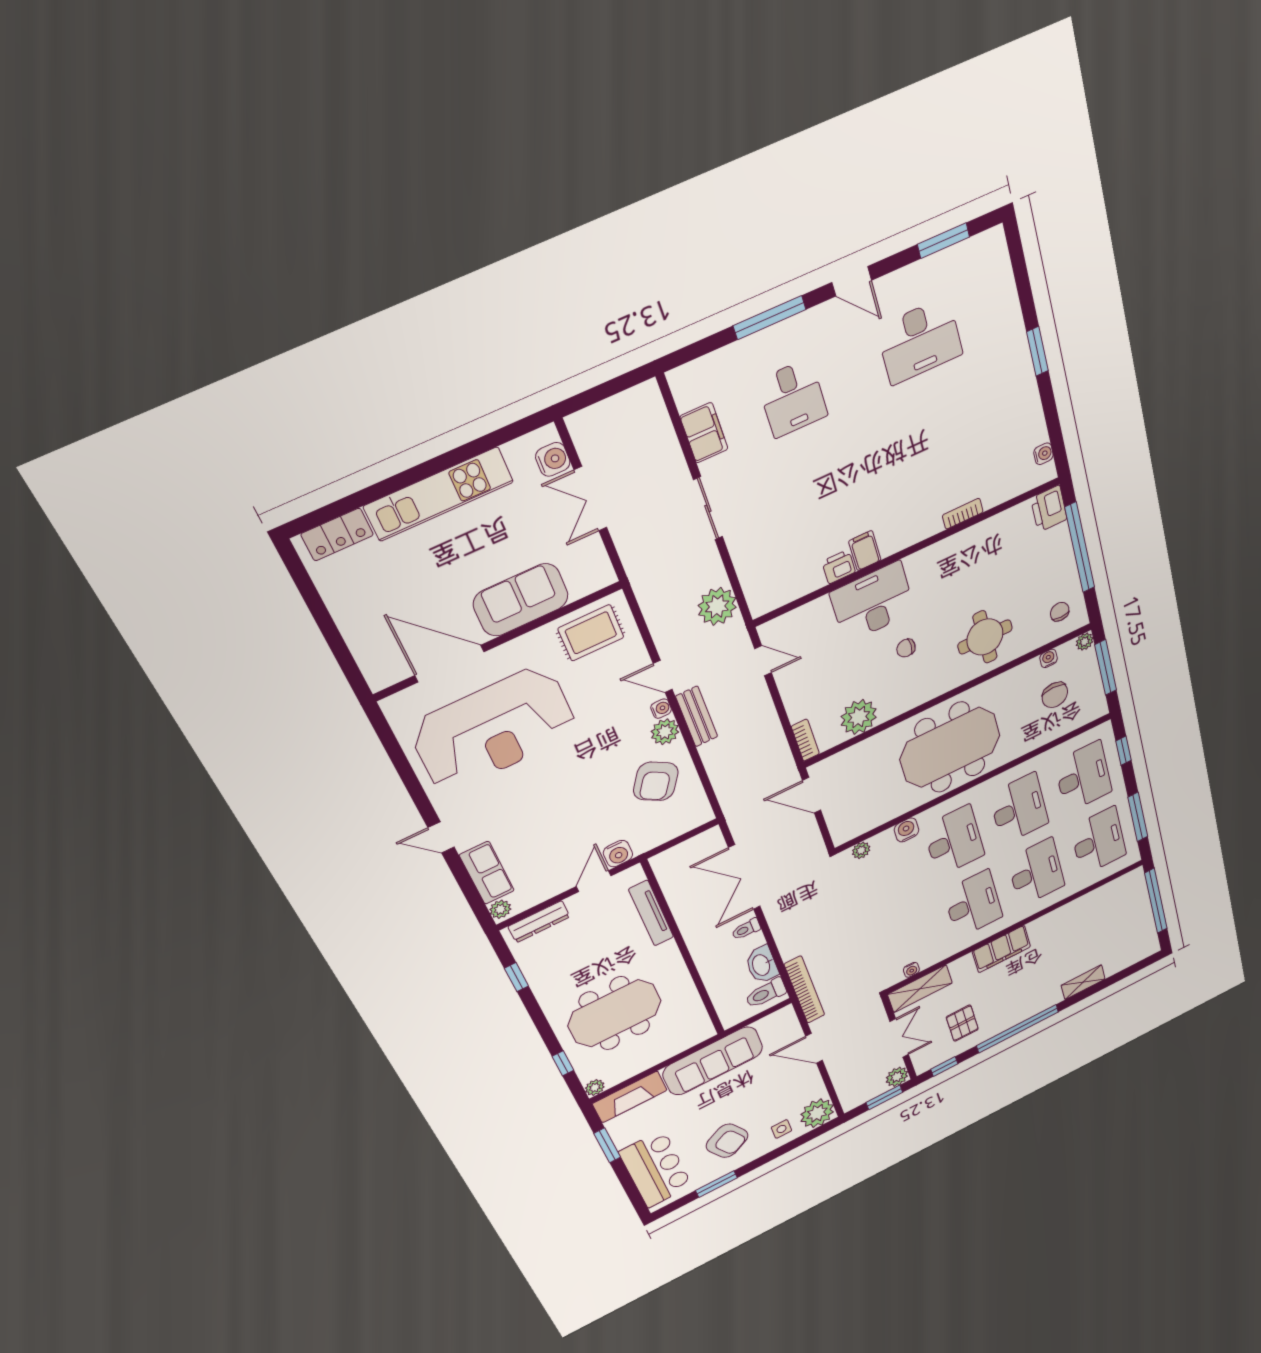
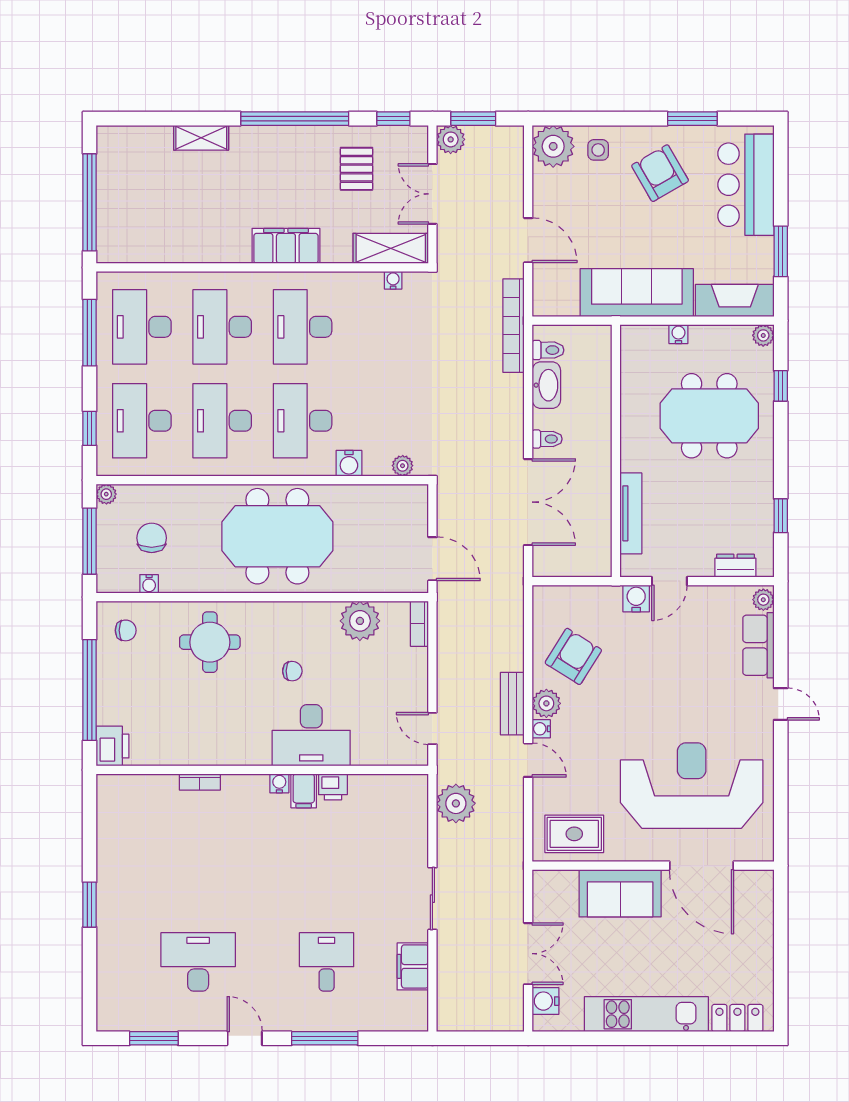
water cooler: (1043, 454) -> (279, 783), moved, turned 90
chair: (1060, 612) -> (126, 630), turned -90
plant: (1085, 642) -> (106, 494), moved
dresser: (539, 922) -> (735, 566), width x0.70
toilet: (766, 993) -> (548, 350), width x0.73, depth x0.72
water cooler: (666, 1053) -> (678, 334), added

